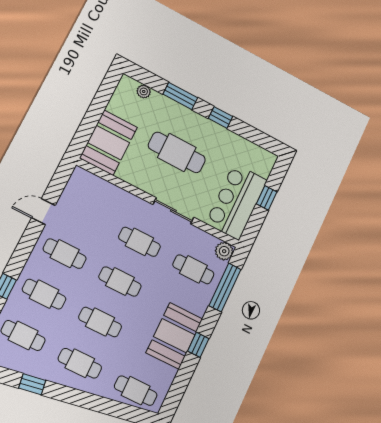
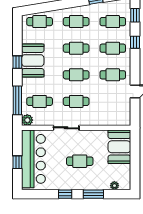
cafe table: (177, 152) -> (80, 161), width x0.73, depth x0.74
bar counter: (237, 202) -> (33, 159), width x1.36

